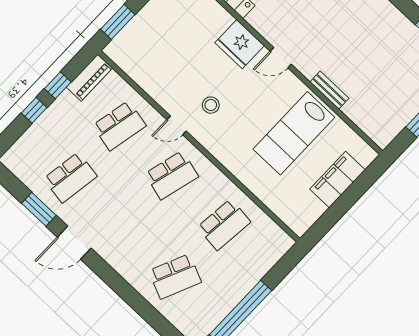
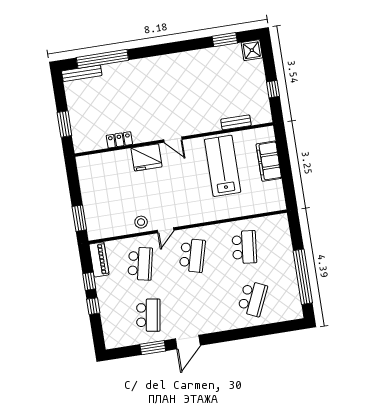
door: (281, 58) -> (173, 140), hinge flipped
bench: (329, 90) -> (236, 122), moved
stool: (211, 105) -> (141, 222), moved
lab bench: (294, 133) -> (223, 166), turned 180

